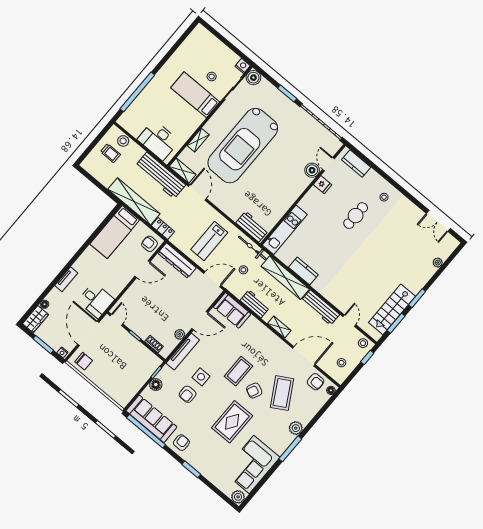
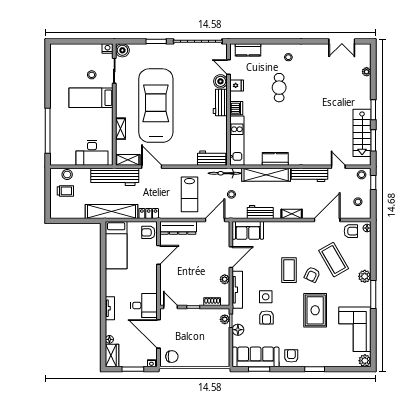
car: (243, 146) -> (156, 106), turned 180
workbench: (298, 187) -> (220, 102), added
dishwasher: (307, 203) -> (236, 108), added
plant: (152, 367) -> (225, 319), added
window: (146, 431) -> (259, 369), width x0.47

